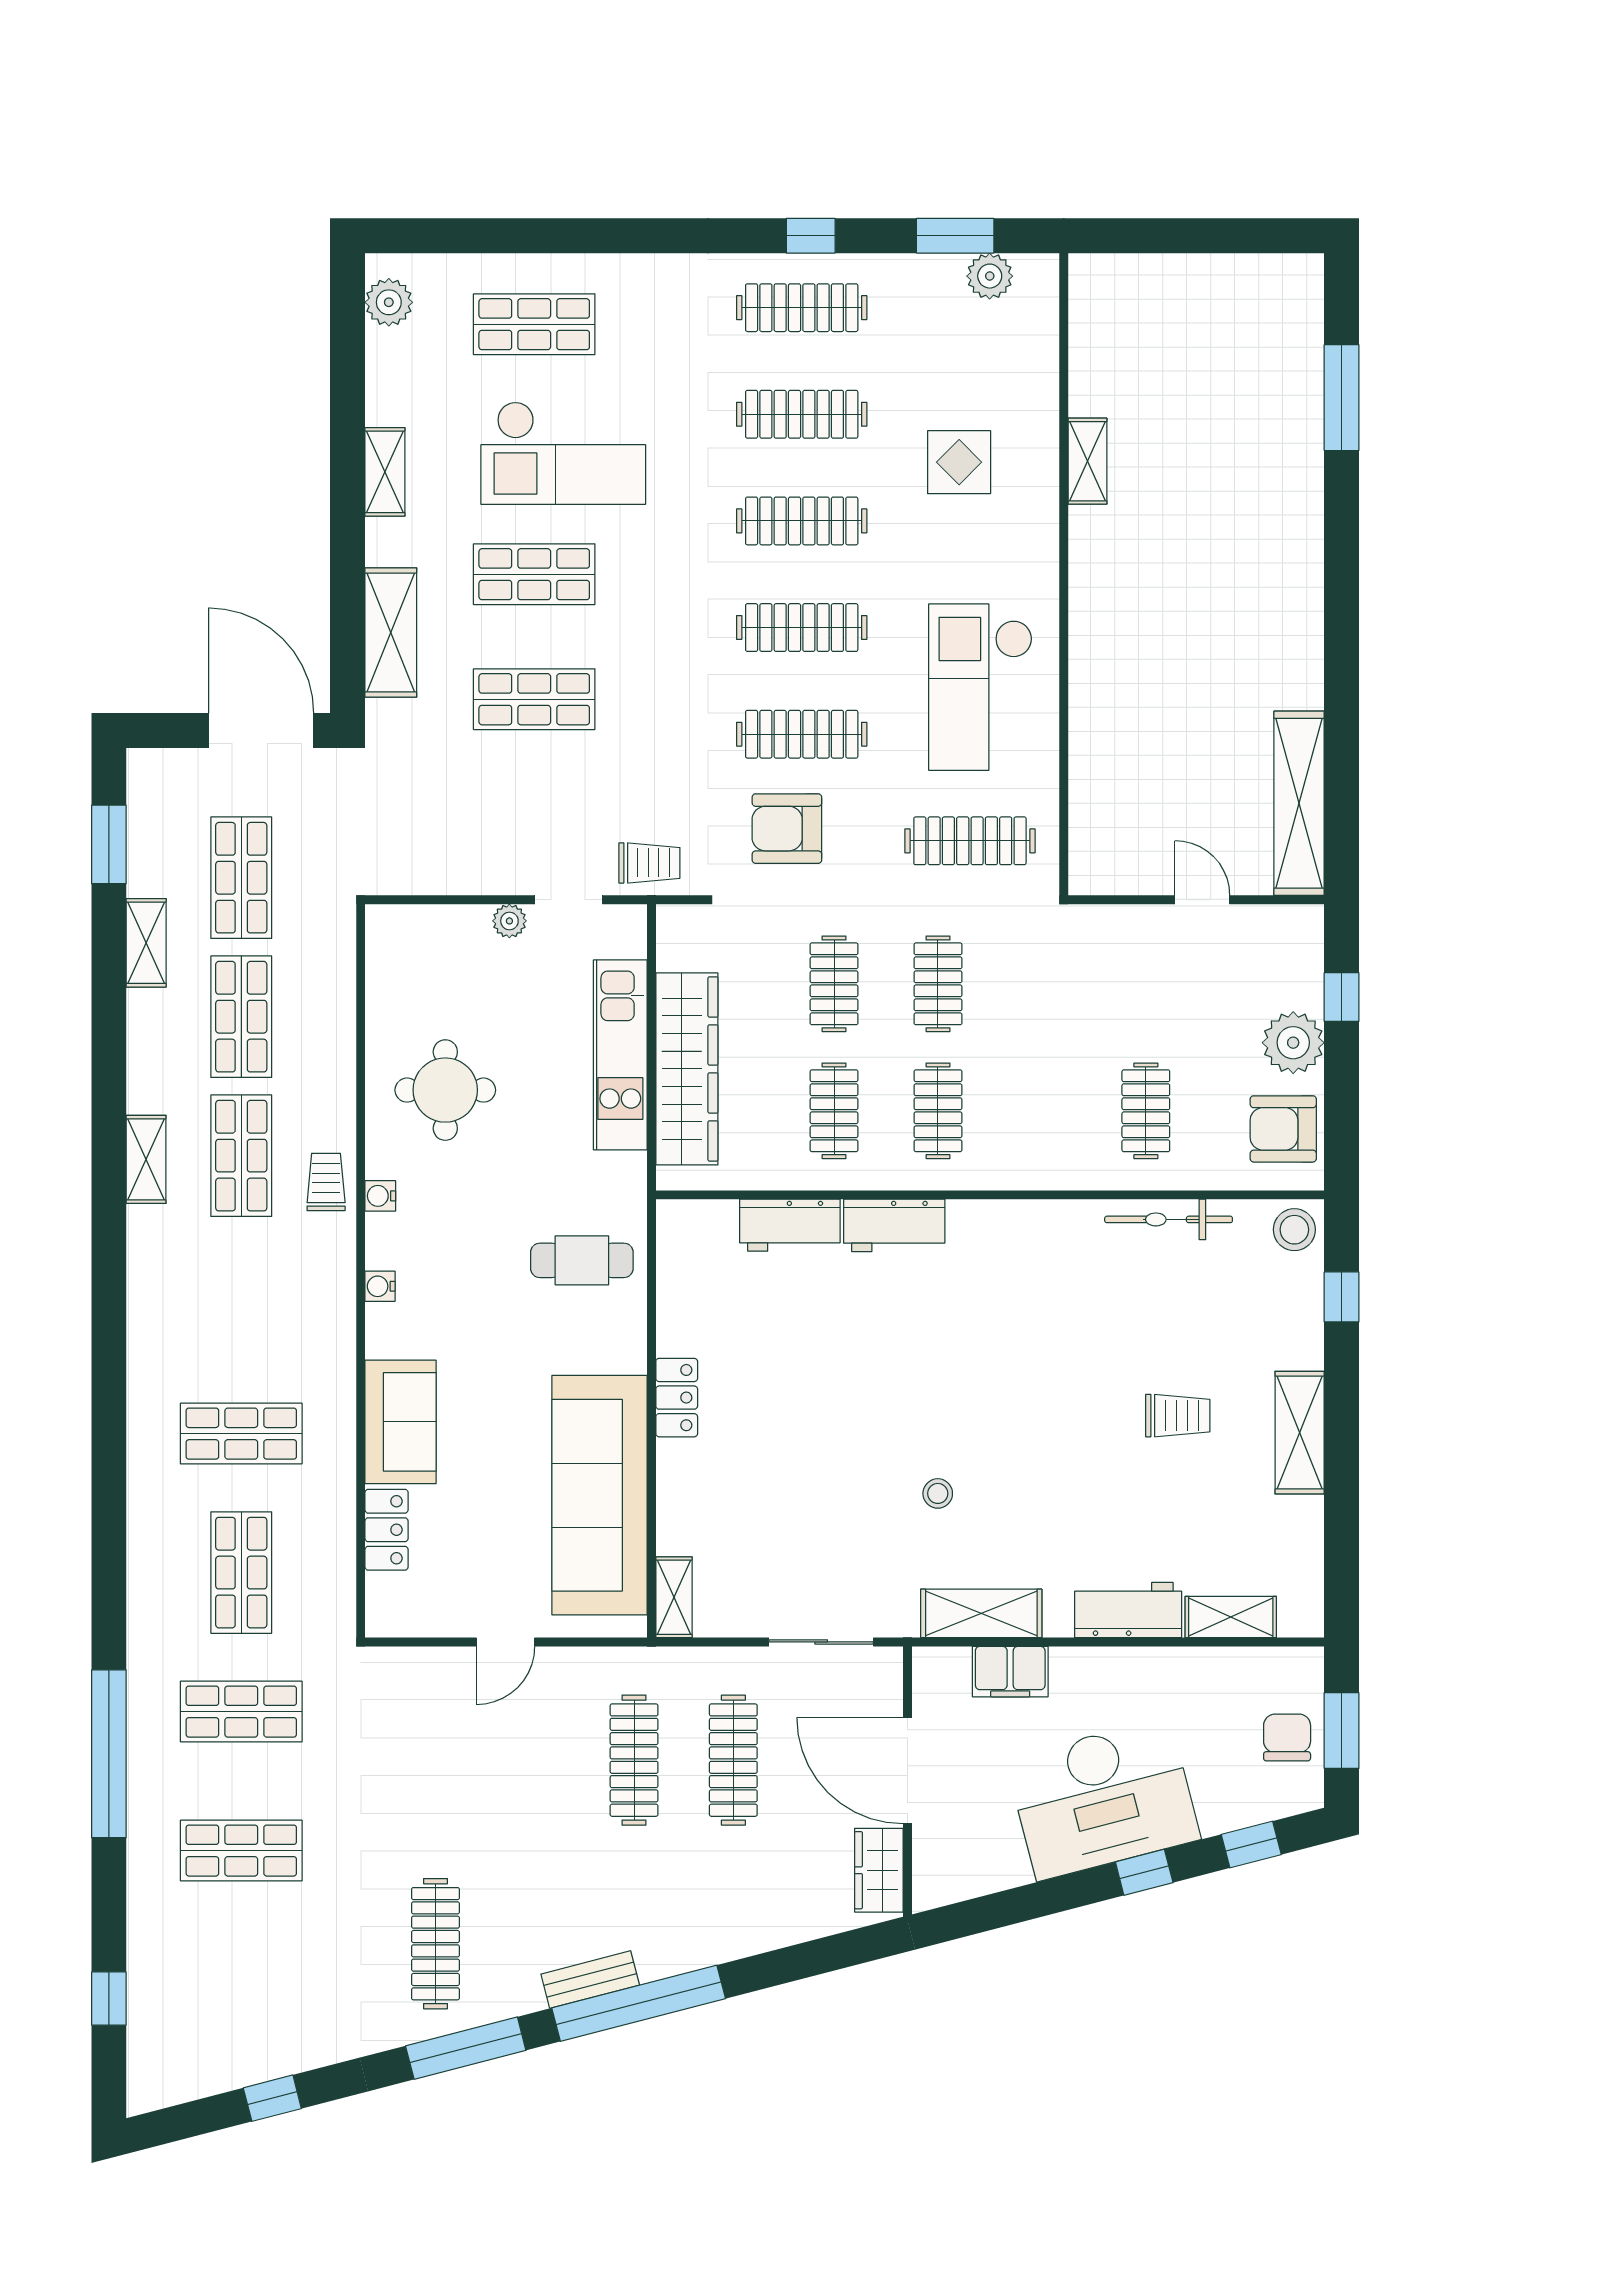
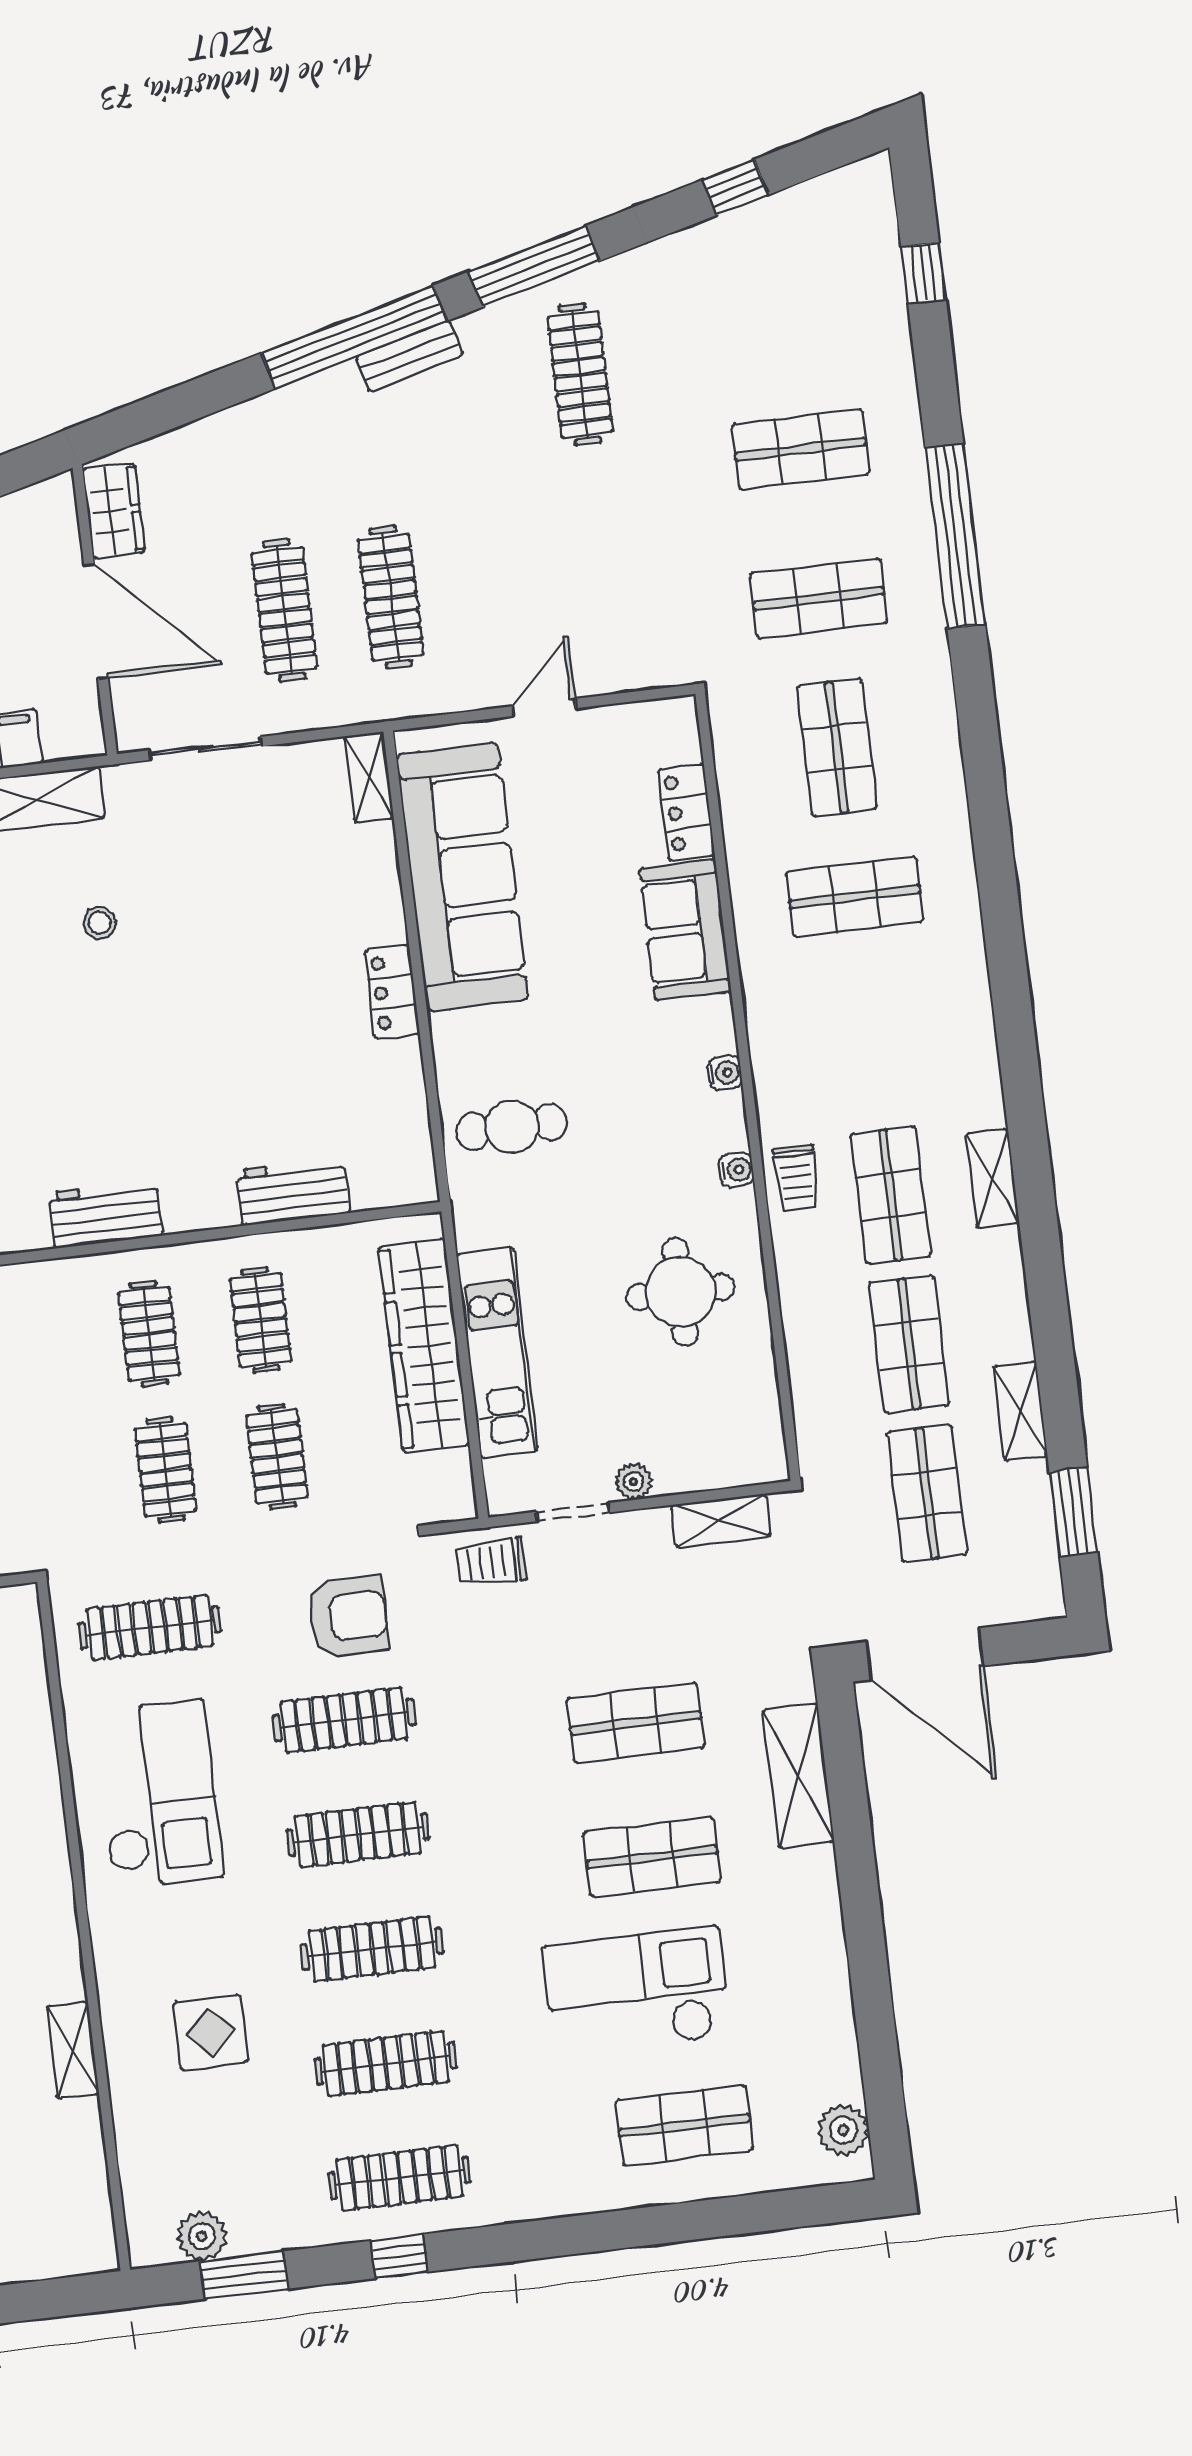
shelving: (385, 472) -> (721, 1521), moved, turned 90
workbench: (894, 1225) -> (106, 1214), moved

